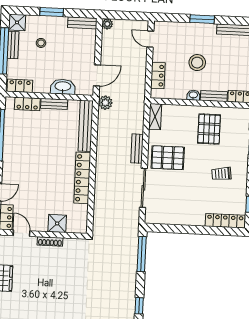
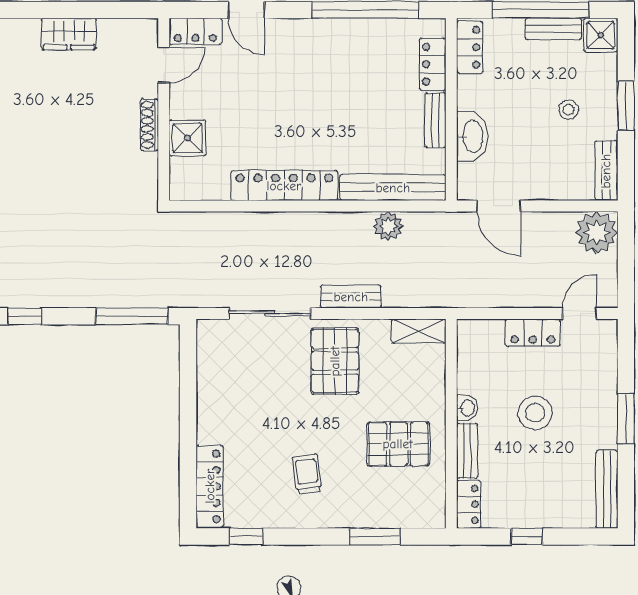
plant: (107, 24) -> (597, 232), width x1.88, depth x1.88
stool: (41, 43) -> (569, 110), moved
locker: (158, 76) -> (533, 333), moved
plant: (105, 103) -> (388, 226), moved

